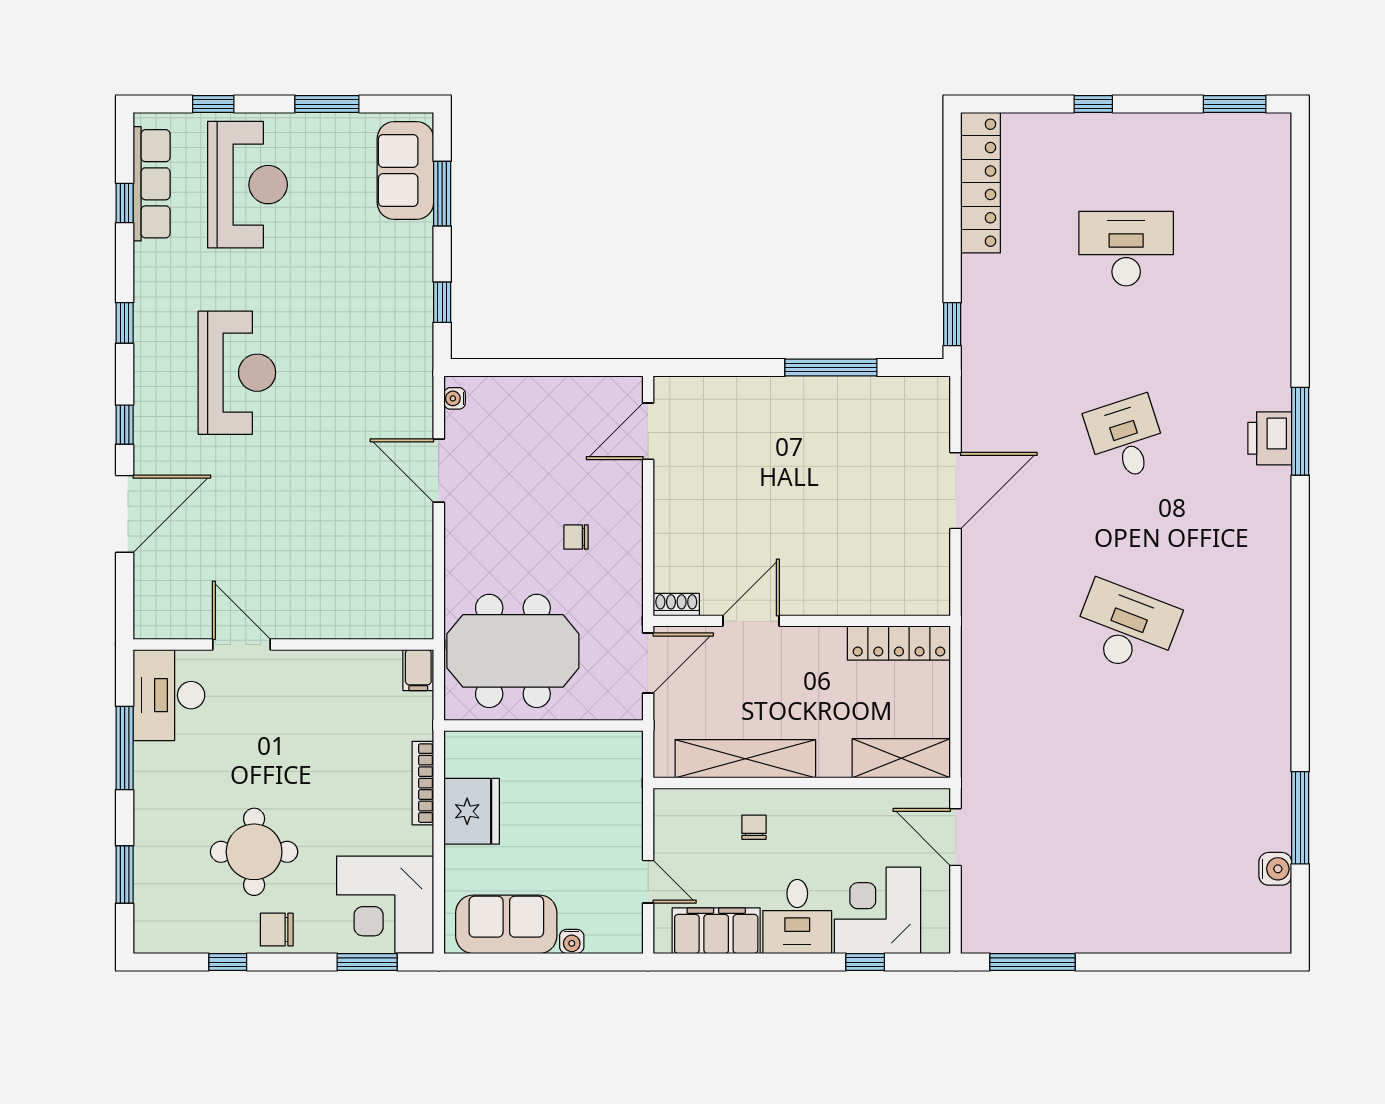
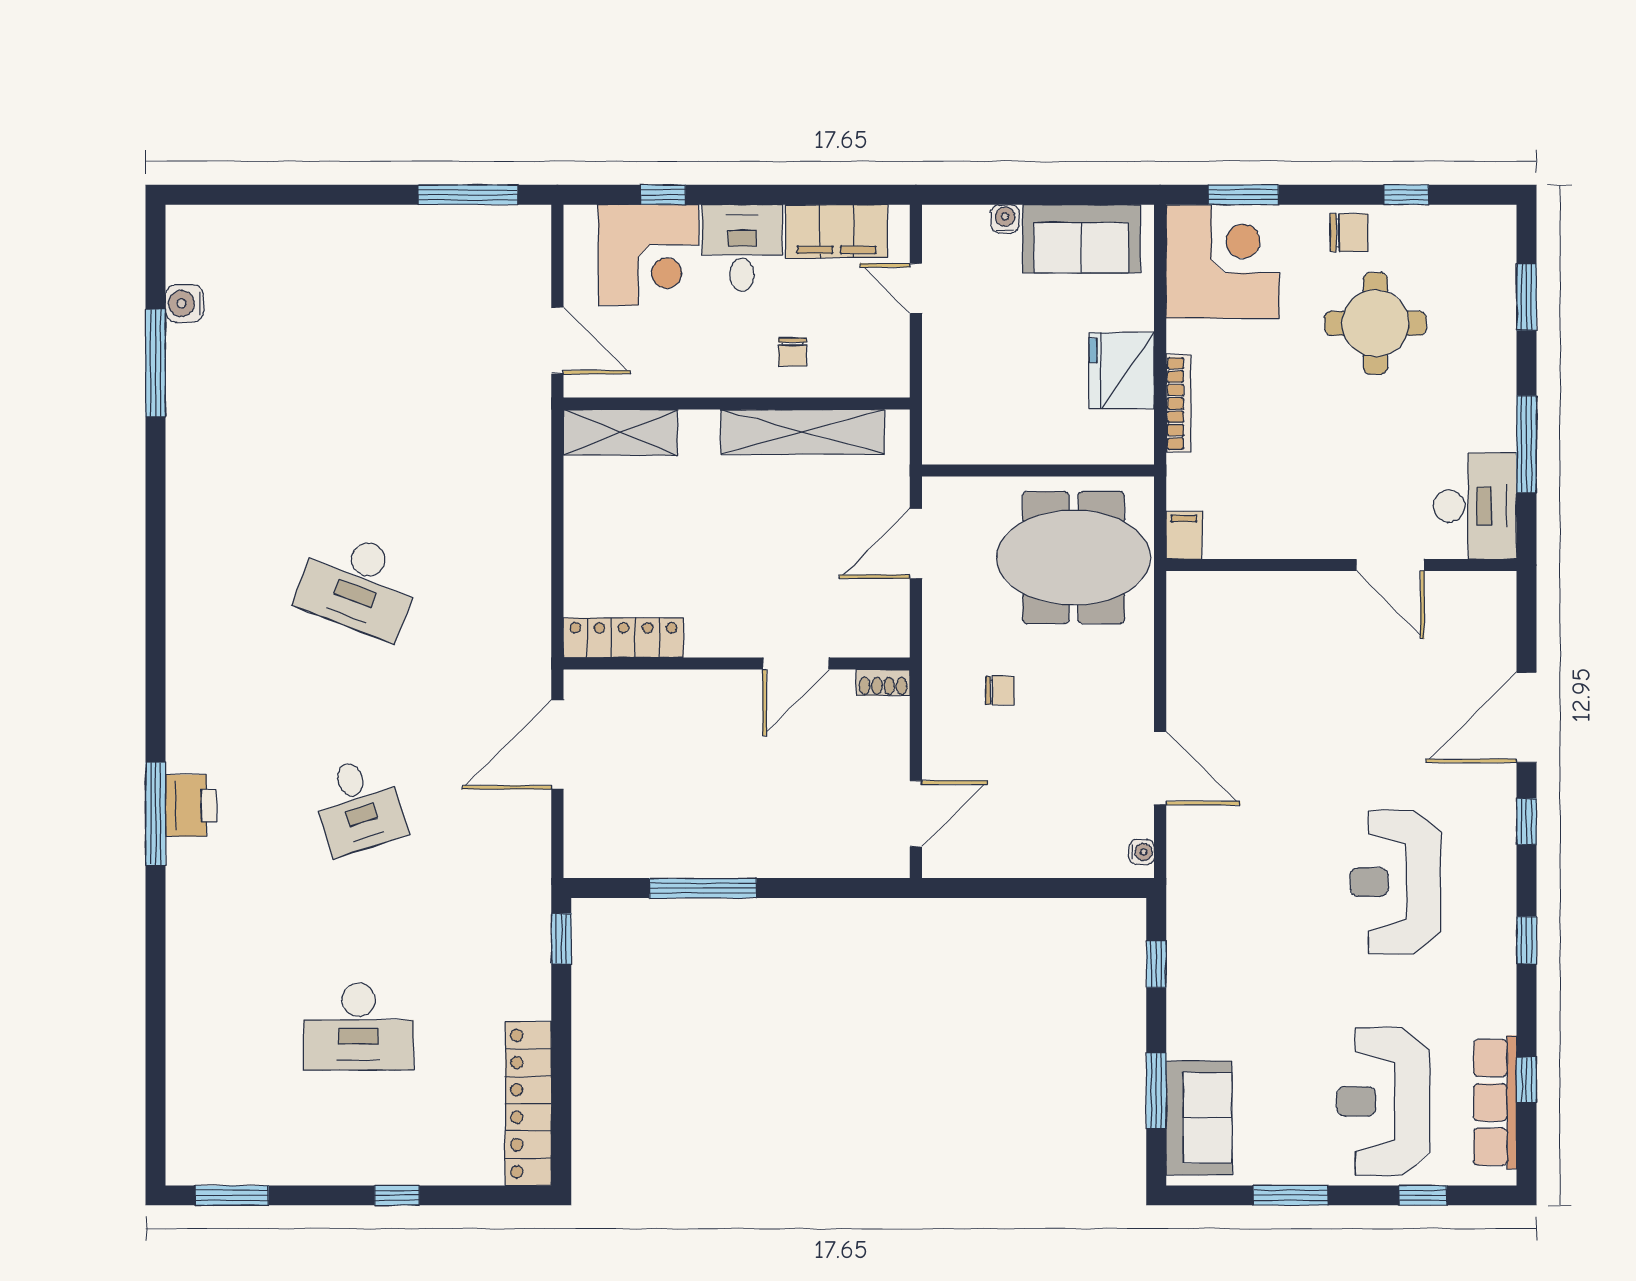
shoe rack: (676, 605) -> (883, 683), moved
door: (751, 621) -> (796, 664), moved
wall: (802, 621) -> (737, 664), moved
locker: (899, 643) -> (623, 638), moved

